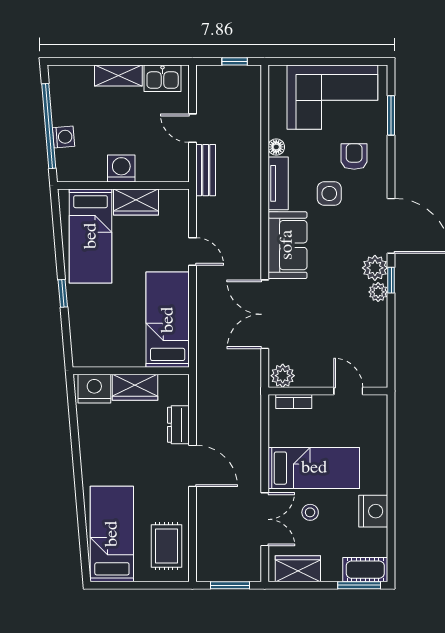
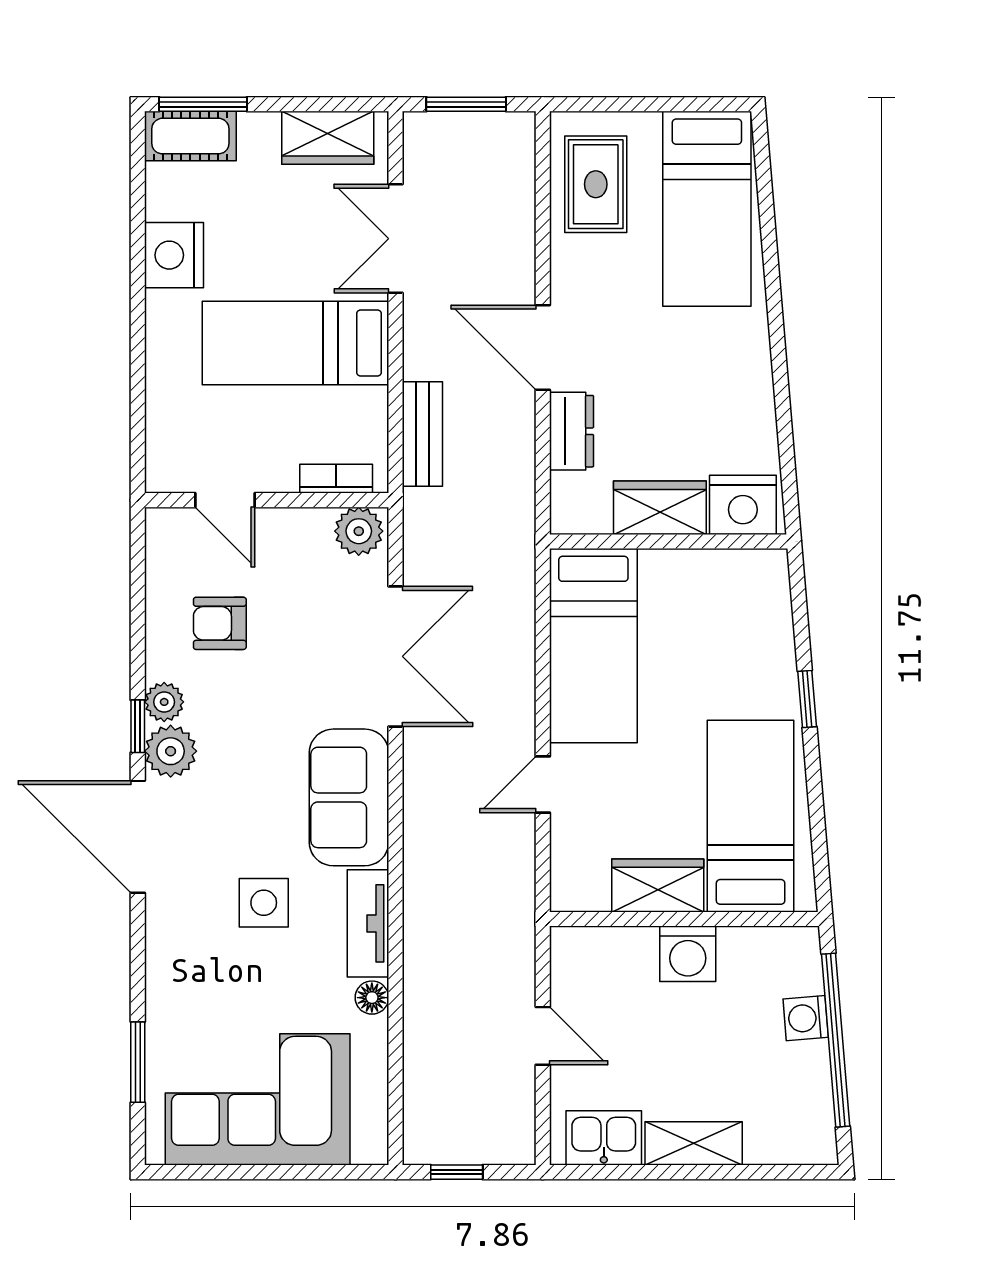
armchair: (354, 157) -> (220, 623), moved, turned 90
bench: (206, 170) -> (422, 434), moved
door: (192, 251) -> (543, 785), hinge flipped
stool: (310, 512) -> (303, 253), removed

